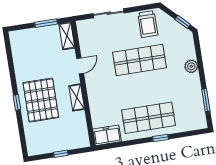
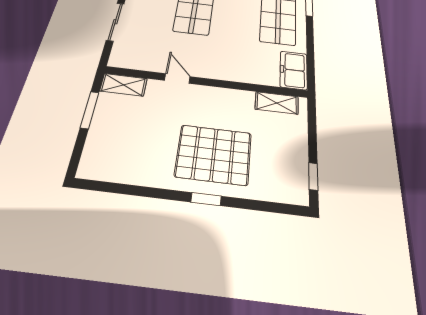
shelving: (77, 97) -> (277, 103), moved
window: (61, 154) -> (313, 176), moved

